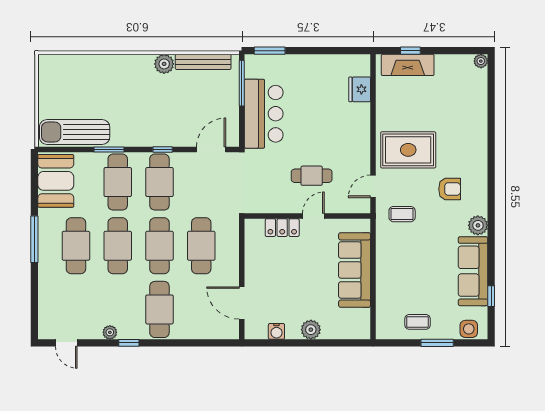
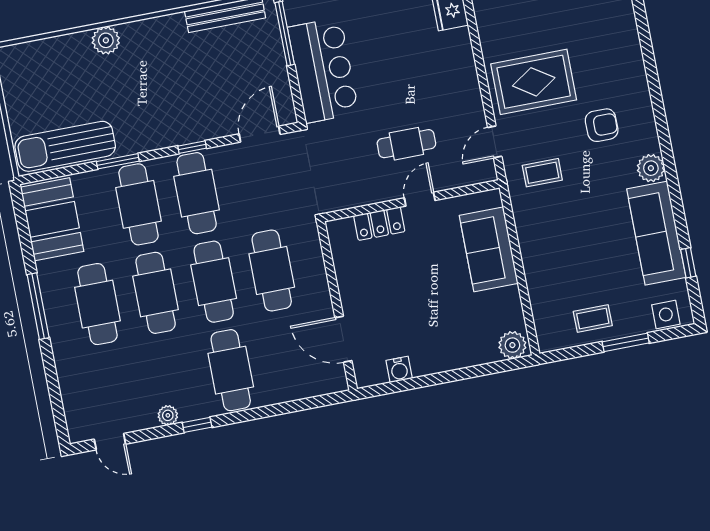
plant: (164, 64) -> (106, 40), moved
sofa: (355, 270) -> (489, 249), width x0.73
plant: (311, 330) -> (512, 345), moved

